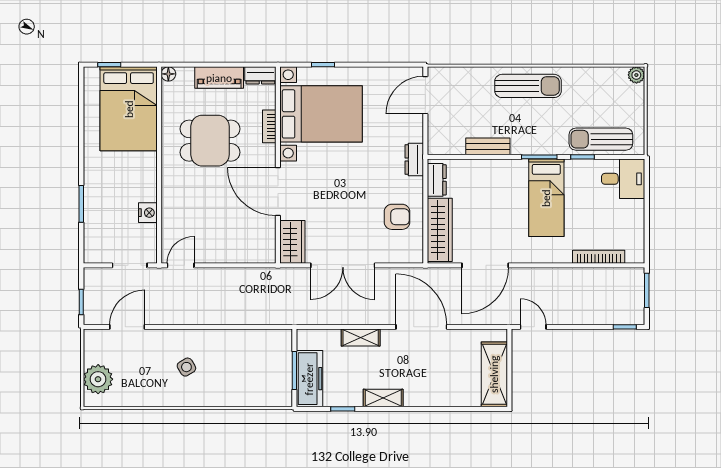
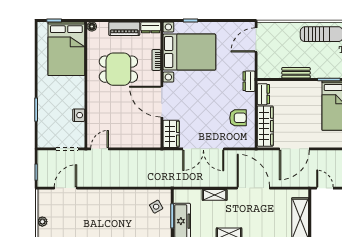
side table: (186, 367) -> (156, 207), moved
plant: (98, 379) -> (42, 222), width x0.53, depth x0.53

